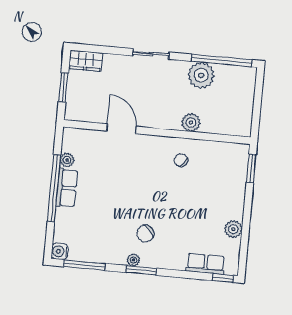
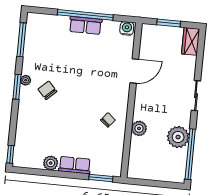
plant: (67, 160) -> (109, 26), removed
water cooler: (60, 251) -> (127, 28), moved
row of seats: (206, 264) -> (75, 165), moved, turned -90

